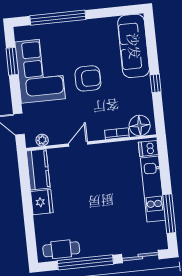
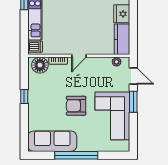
window: (58, 18) -> (76, 155), moved
sofa: (134, 46) -> (52, 141), moved, turned -90
window: (12, 61) -> (133, 102), moved
door: (78, 144) -> (79, 56), moved

